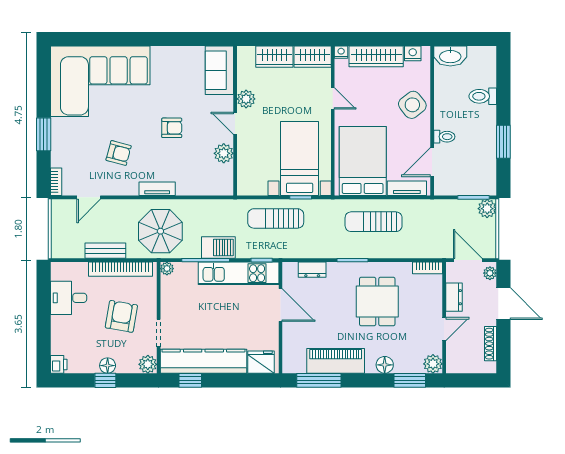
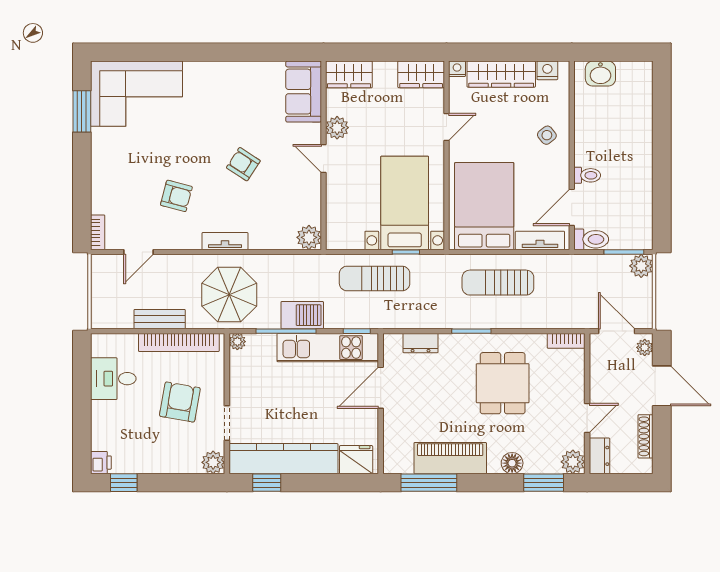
washbasin: (450, 56) -> (600, 74), width x0.72
wardrobe: (274, 57) -> (349, 74), moved
corner sofa: (100, 81) -> (137, 94), width x0.73, depth x0.74
toilet: (483, 96) -> (591, 239), moved, turned 180
door: (333, 98) -> (446, 127), hinge flipped
side table: (412, 105) -> (547, 135), width x0.54, depth x0.54
armchair: (172, 128) -> (243, 164), turned -147
window: (44, 134) -> (82, 111), moved
window: (503, 142) -> (662, 182), removed
plant: (224, 153) -> (309, 237), moved
dresser: (454, 297) -> (599, 456), moved
door: (281, 305) -> (381, 388), swing flipped
floor lamp: (108, 366) -> (162, 464), removed
window: (105, 380) -> (124, 483), moved

